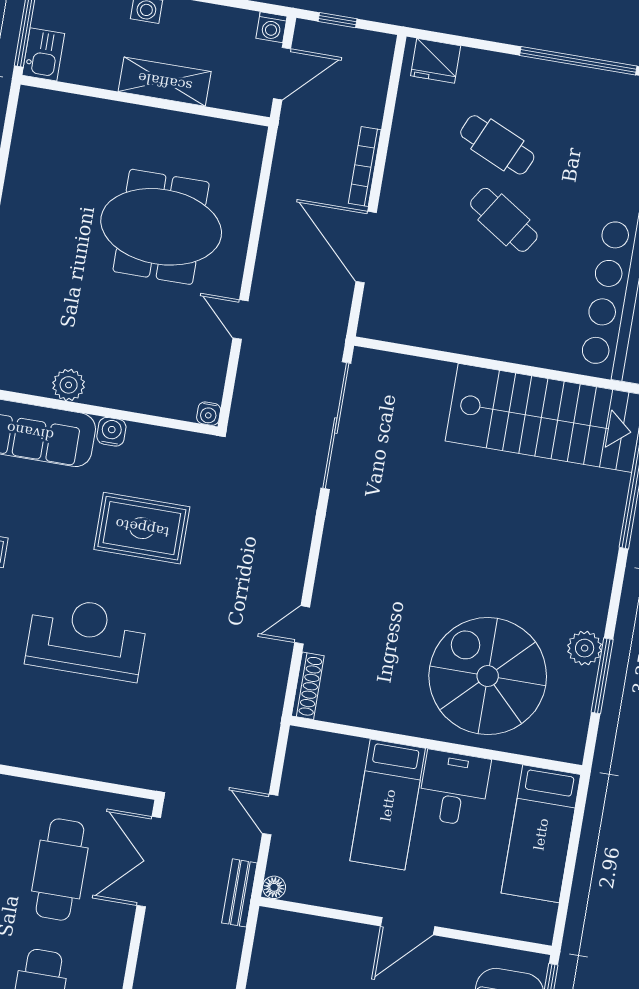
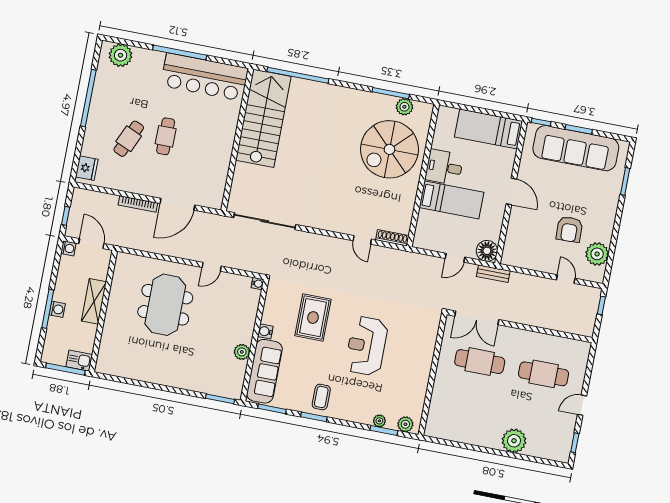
cafe table: (504, 220) -> (166, 136), turned -33
plant: (585, 648) -> (404, 107), moved
bed: (541, 834) -> (489, 129), moved, turned 180
floor lamp: (274, 887) -> (487, 251), width x1.89, depth x1.89

